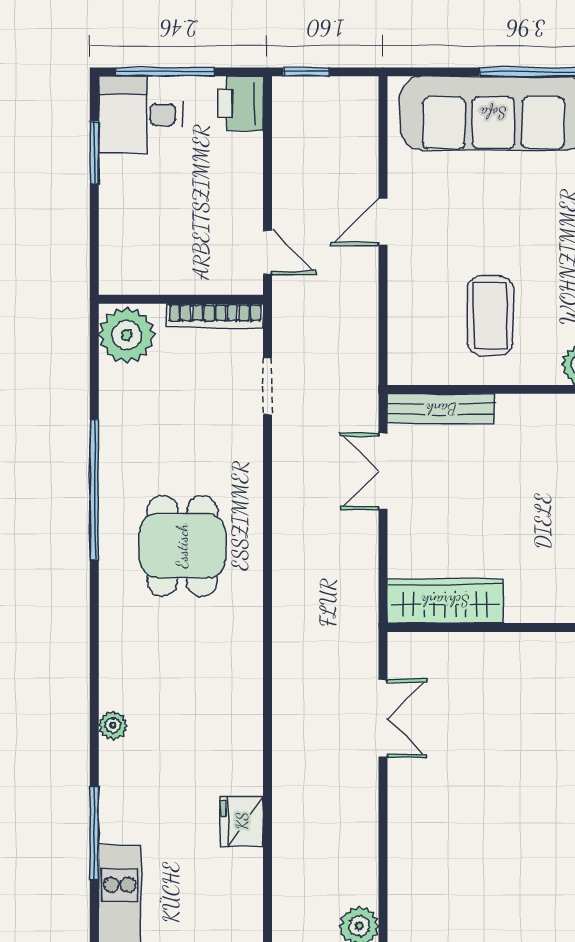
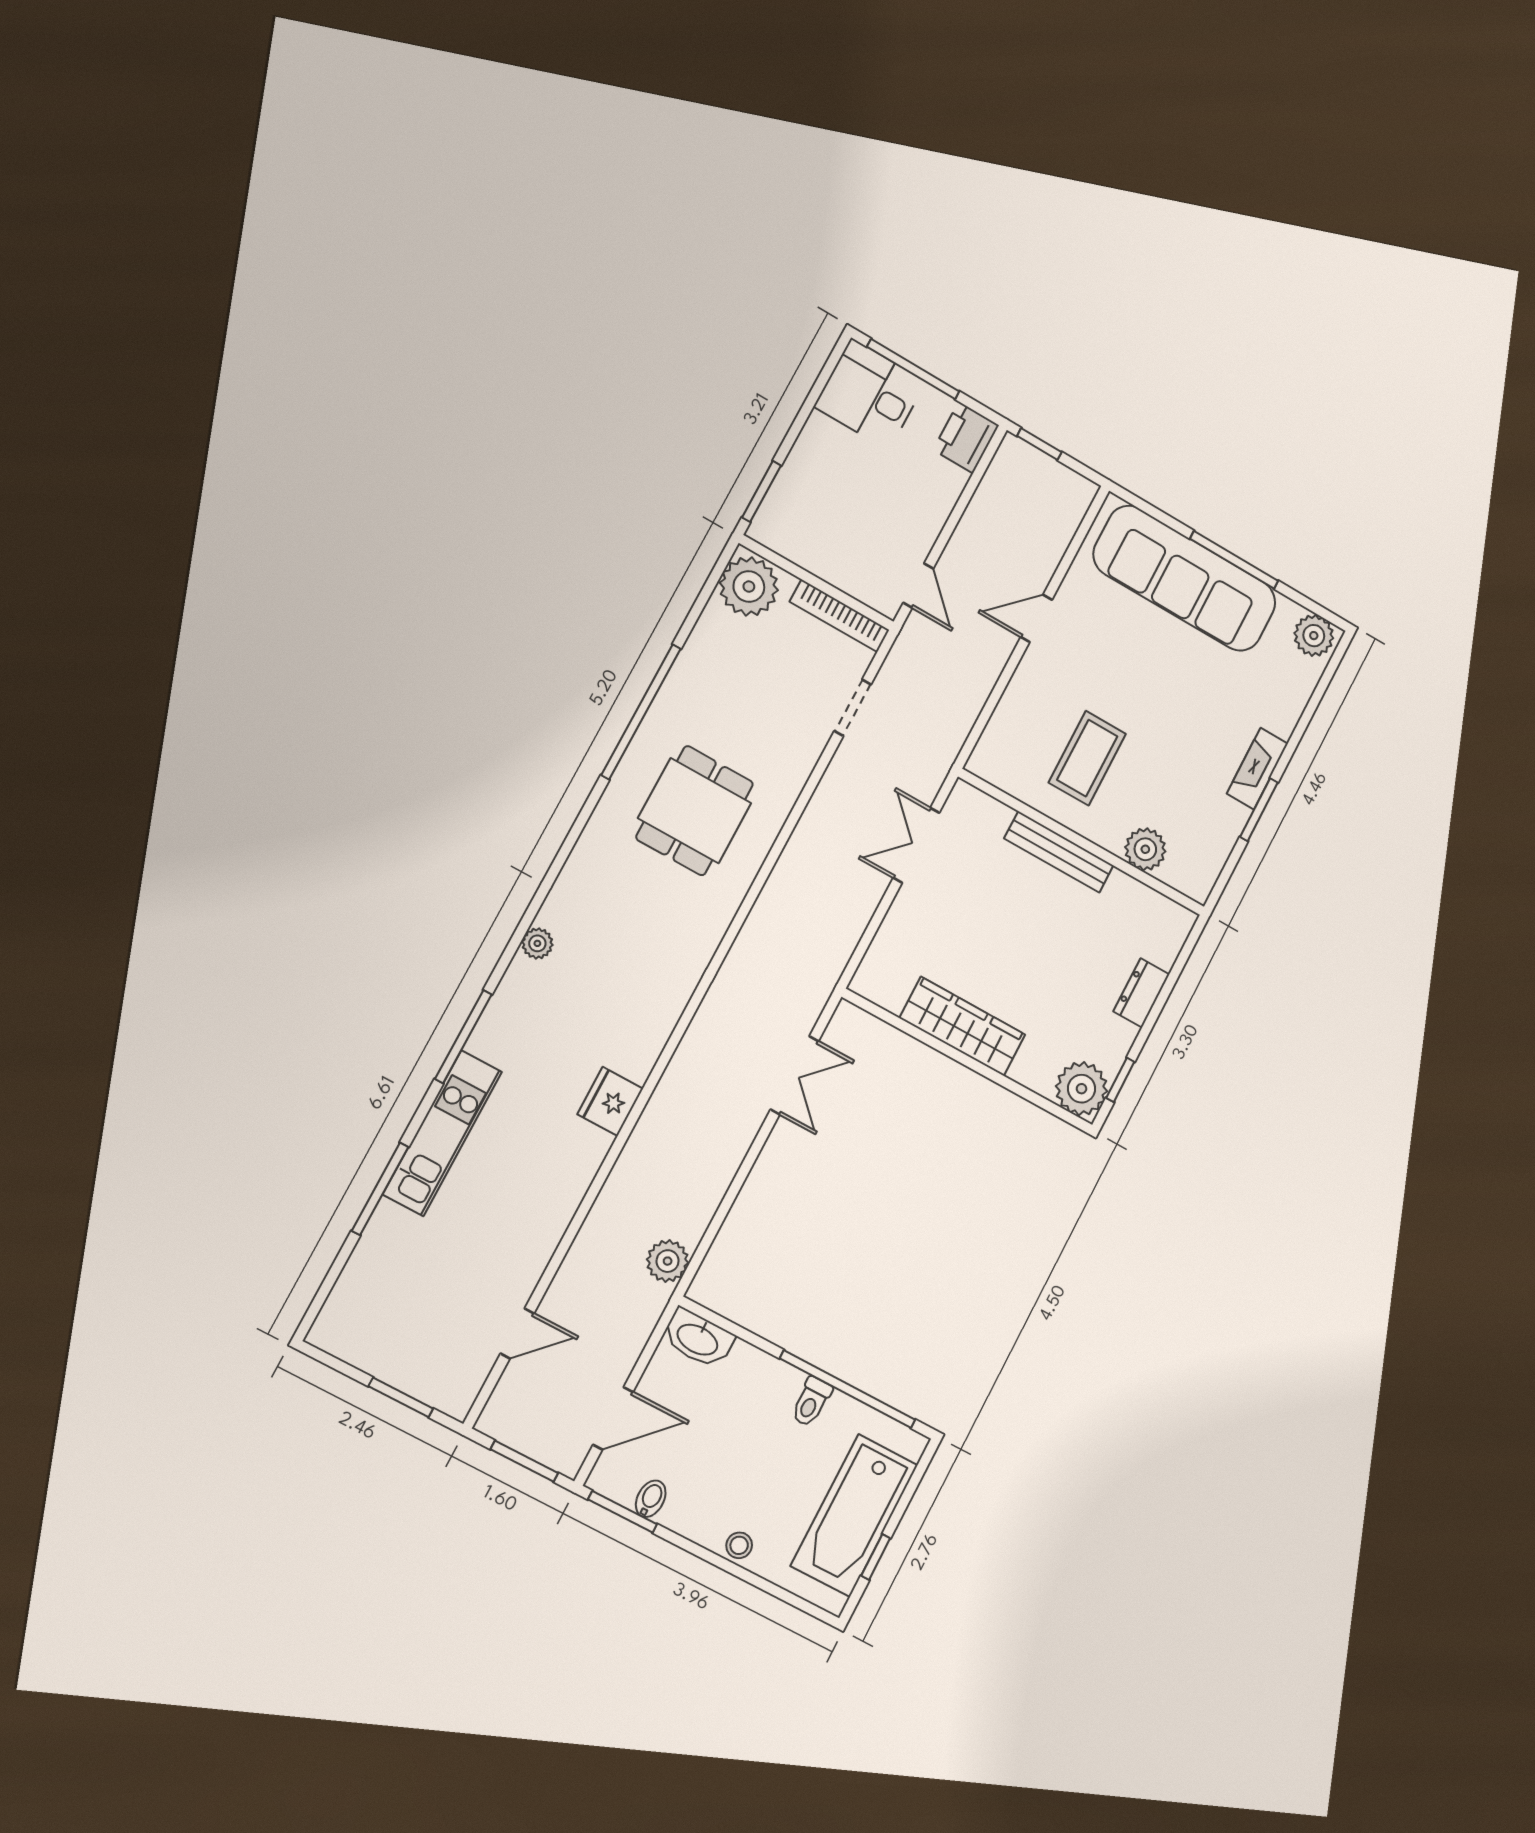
window: (94, 152) -> (762, 491), moved
bench: (441, 409) -> (1059, 852), moved
wardrobe: (445, 601) -> (962, 1026), moved

